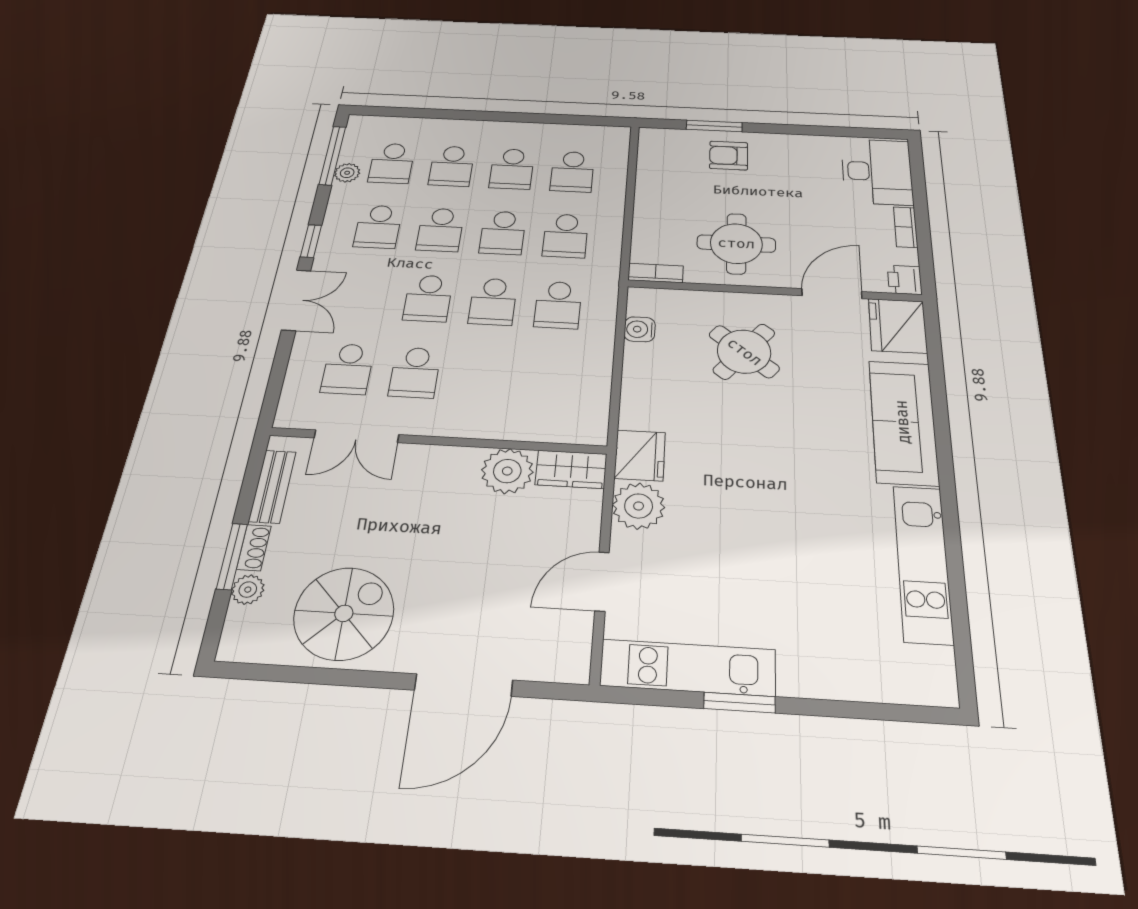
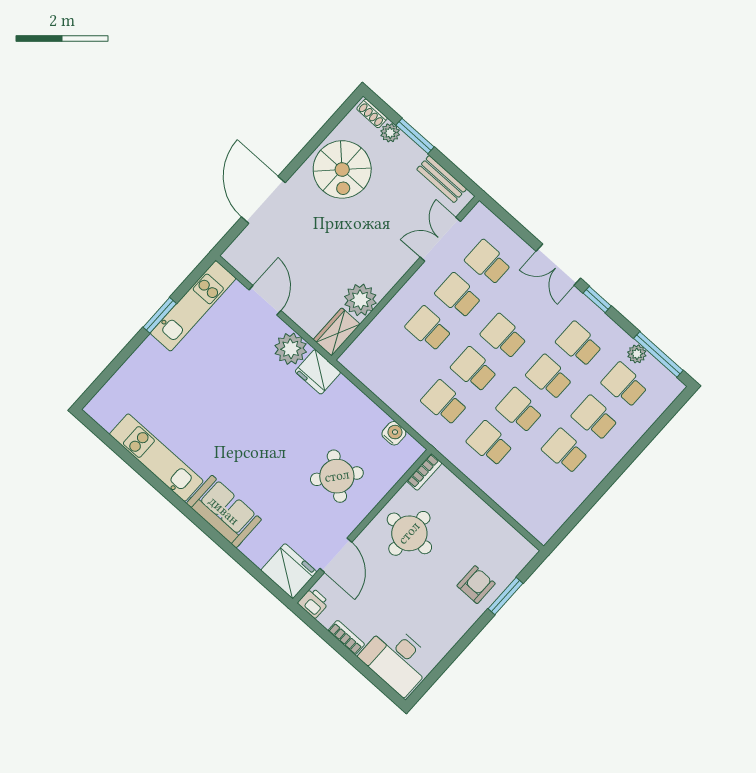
school desk: (572, 172) -> (428, 329), moved
sofa: (903, 422) -> (224, 511), width x0.73
shoe rack: (254, 548) -> (372, 113), moved

